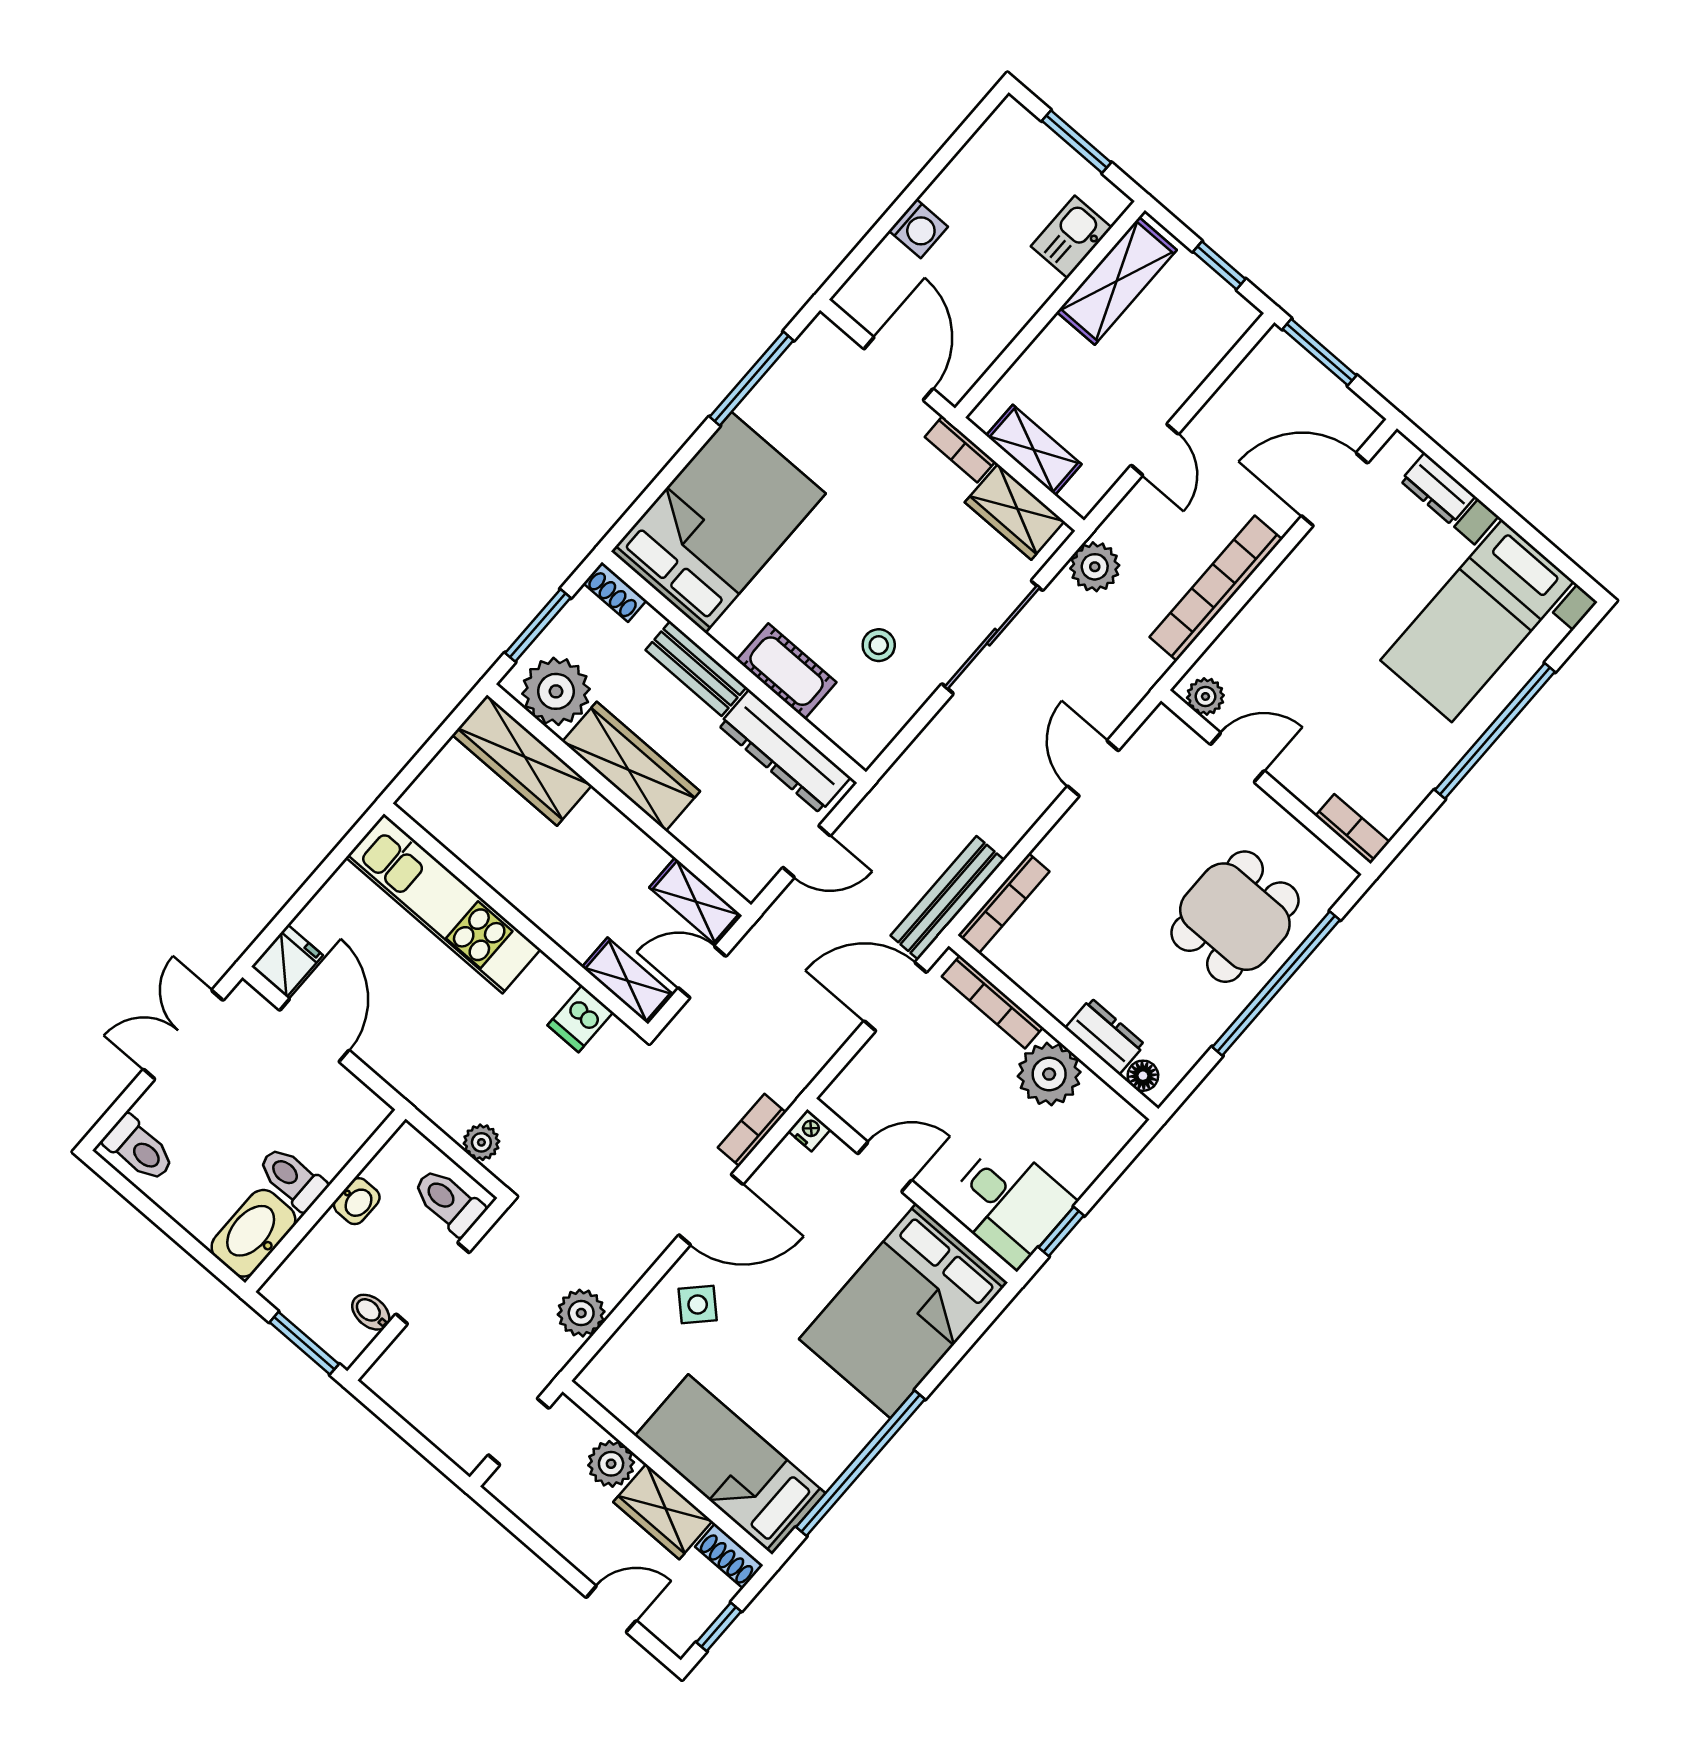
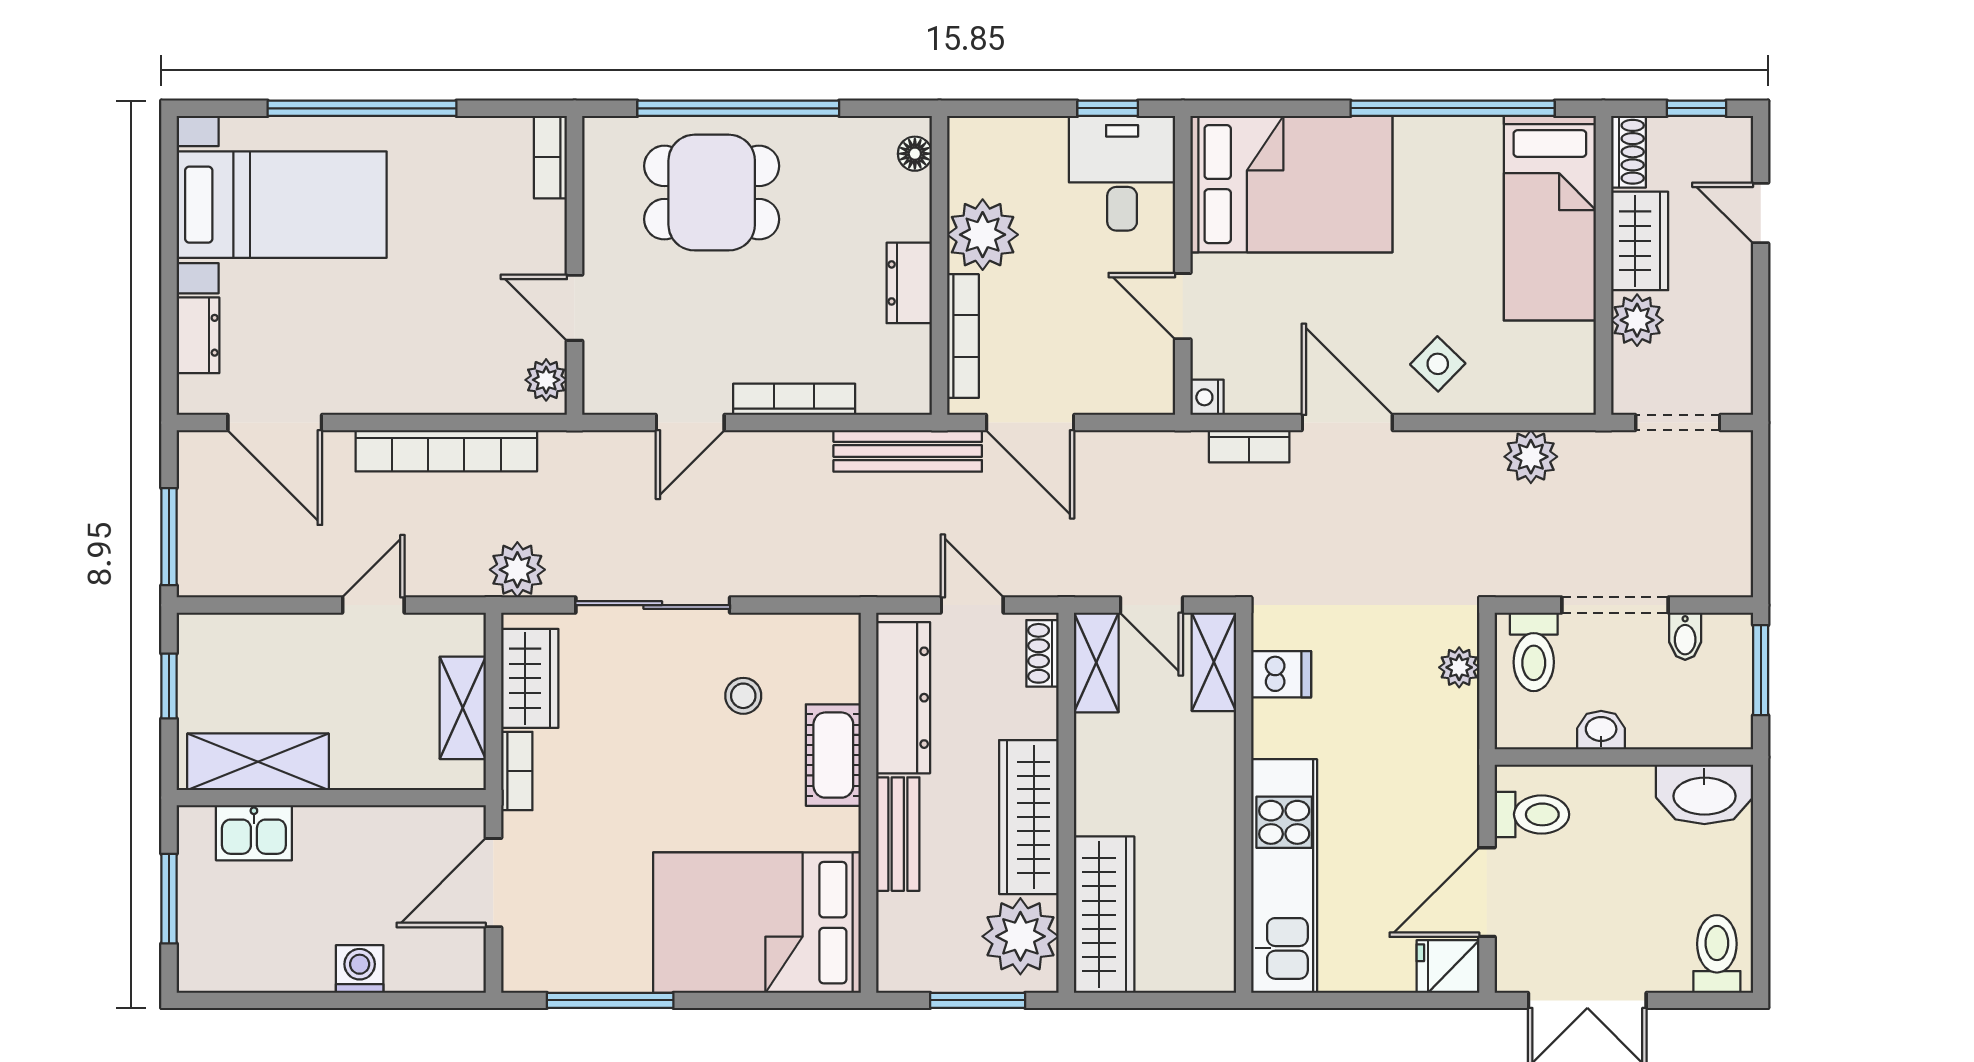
shoe rack: (615, 592) -> (1042, 653), moved, turned 180
bookcase: (1004, 903) -> (794, 399), moved
dresser: (1105, 1036) -> (909, 283), moved
toilet: (292, 1178) -> (1532, 814), moved, turned -90

